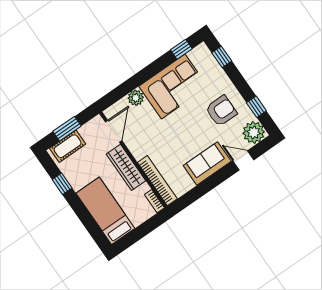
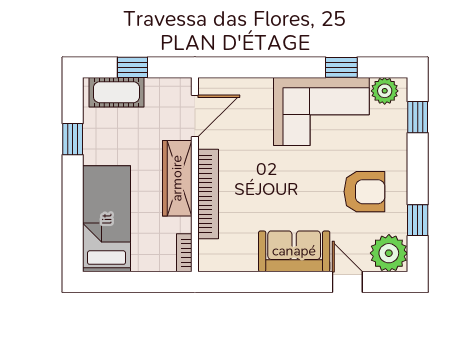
window: (181, 49) -> (341, 67), moved
plant: (136, 98) -> (385, 91), moved
window: (67, 129) -> (133, 67), width x0.67
bookcase: (157, 181) -> (208, 194), moved

